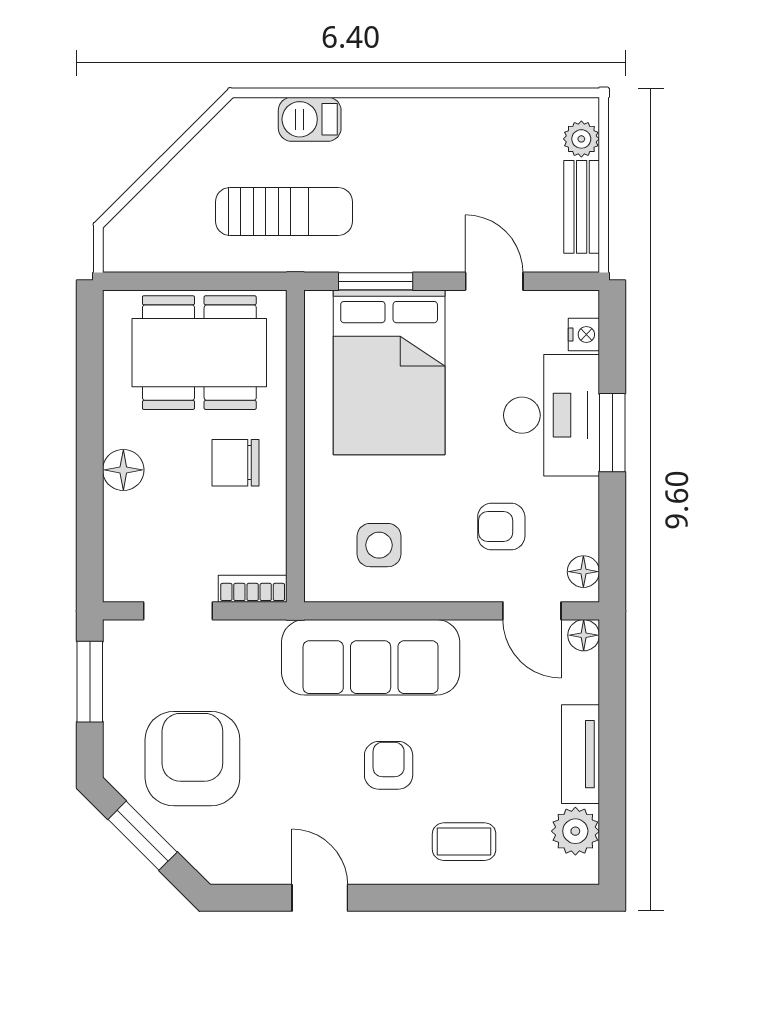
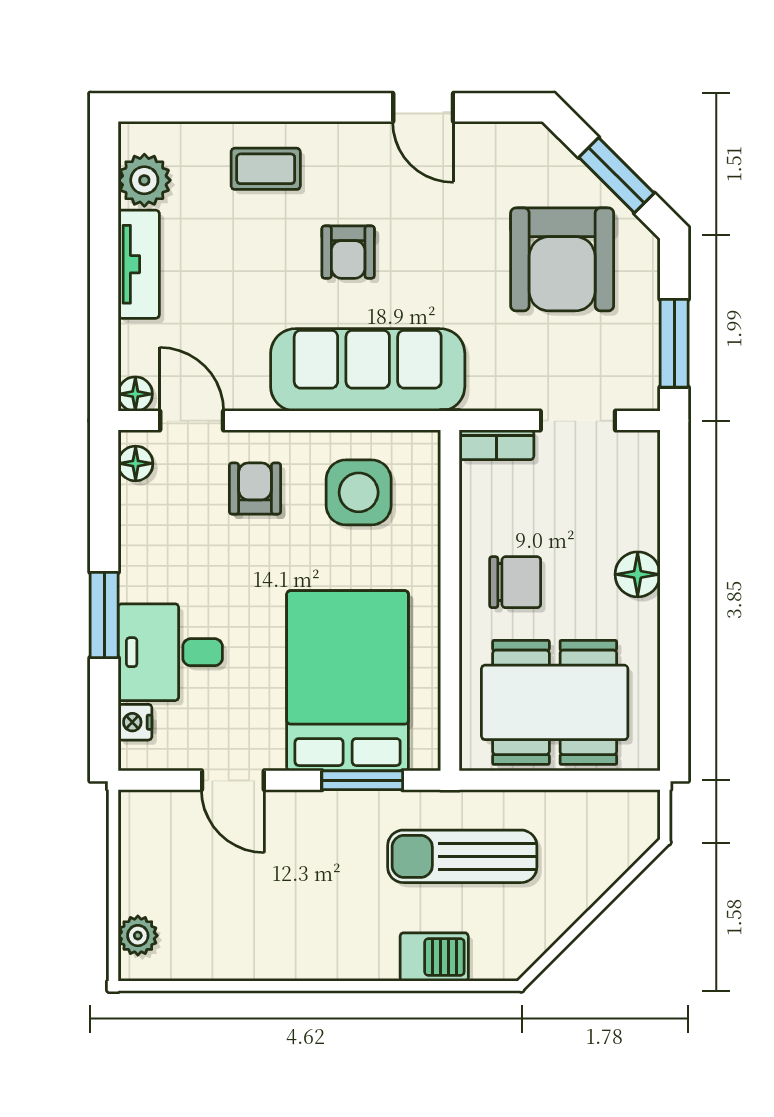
bench: (582, 207) -> (137, 861), removed
desk: (552, 415) -> (170, 652), width x0.73
armchair: (501, 527) -> (255, 489), moved, turned -90
side table: (379, 545) -> (359, 492), width x1.37, depth x1.37

